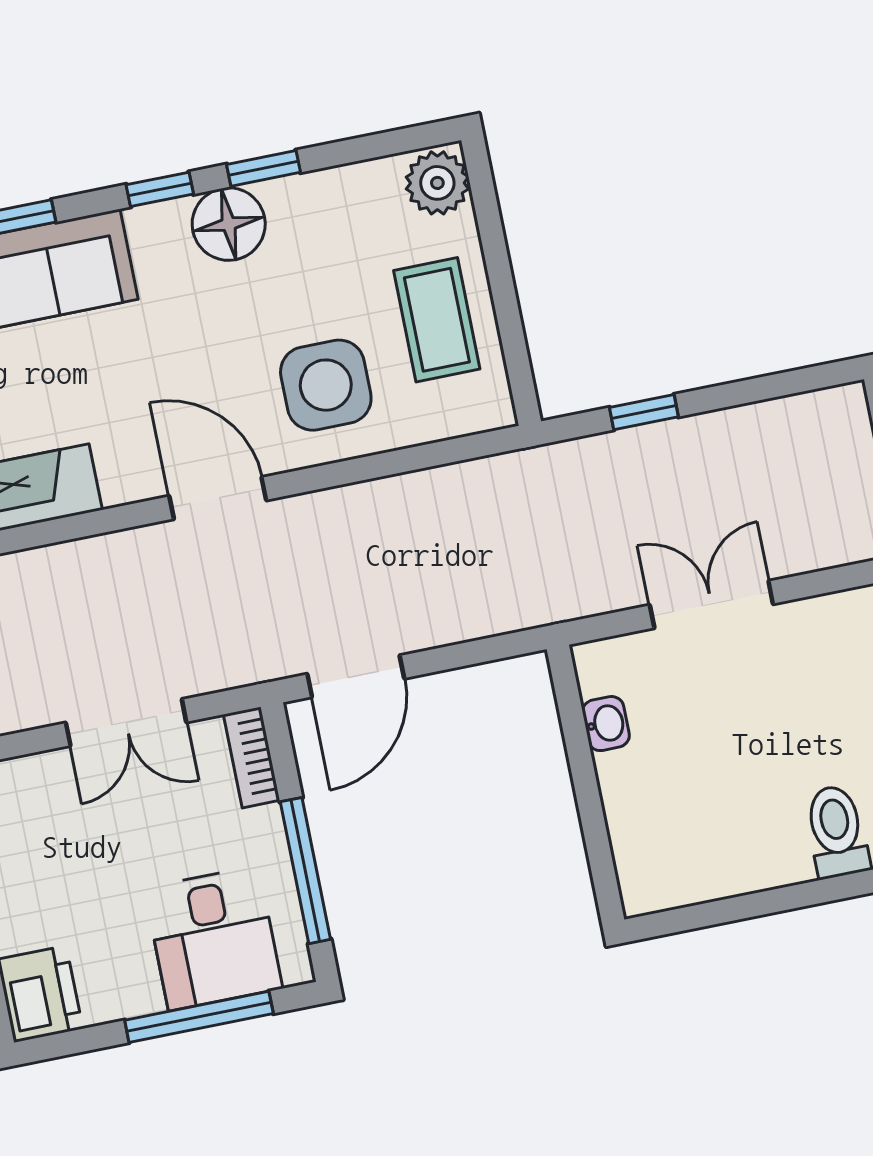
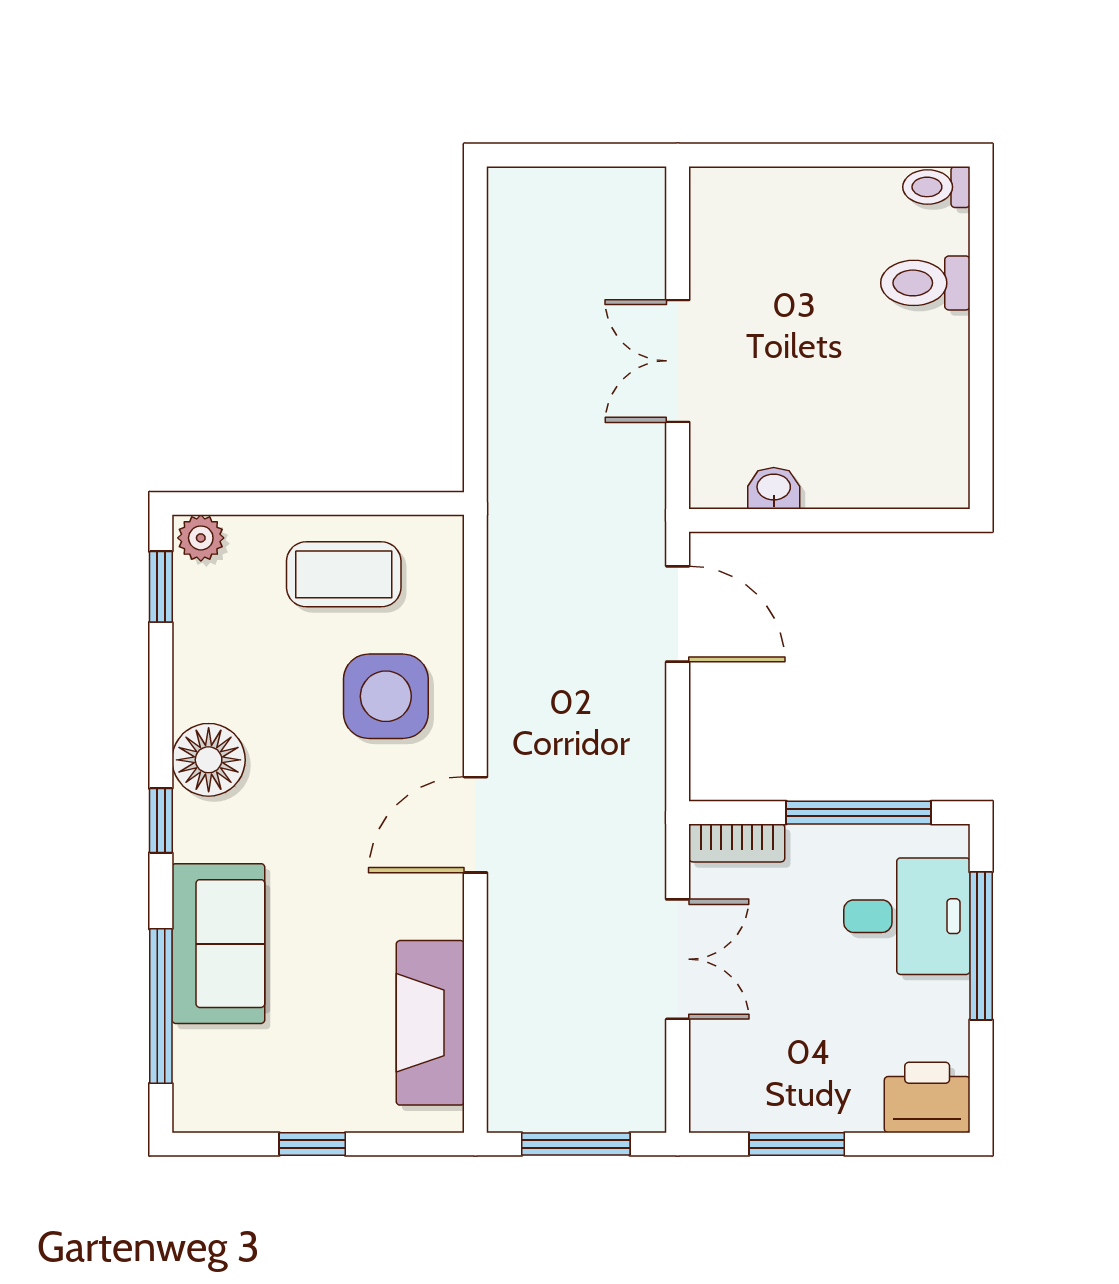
window: (264, 168) -> (161, 587), moved
plant: (437, 183) -> (201, 538), width x0.73, depth x0.73
window: (644, 412) -> (475, 389), removed
door: (356, 676) -> (678, 614), moved

